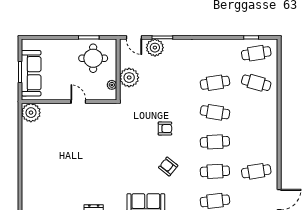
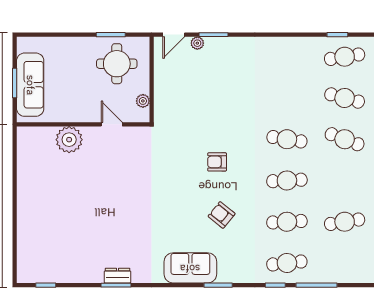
door: (134, 37) -> (174, 35), hinge flipped
plant: (155, 48) -> (197, 43), width x0.53, depth x0.53
plant: (129, 78) -> (167, 91), removed
cafe table: (215, 83) -> (345, 139), moved, turned 30
door: (78, 102) -> (112, 124), moved
plant: (31, 113) -> (69, 140), moved
armchair: (165, 129) -> (217, 162), turned 180

